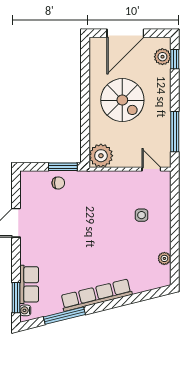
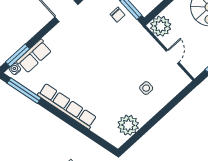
door: (151, 169) -> (172, 57), moved
plant: (164, 258) -> (128, 125), width x1.88, depth x1.88
window: (64, 316) -> (24, 91), moved

